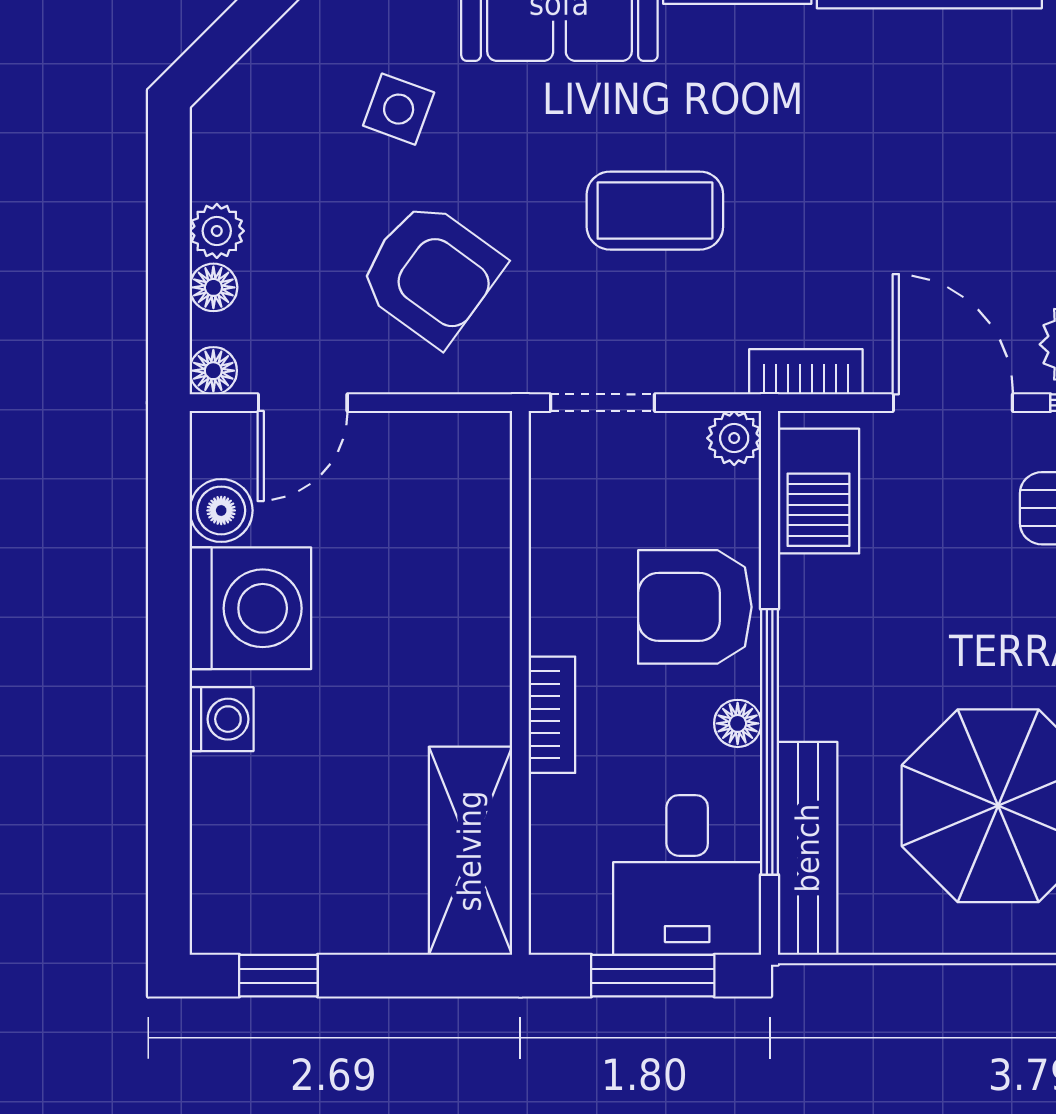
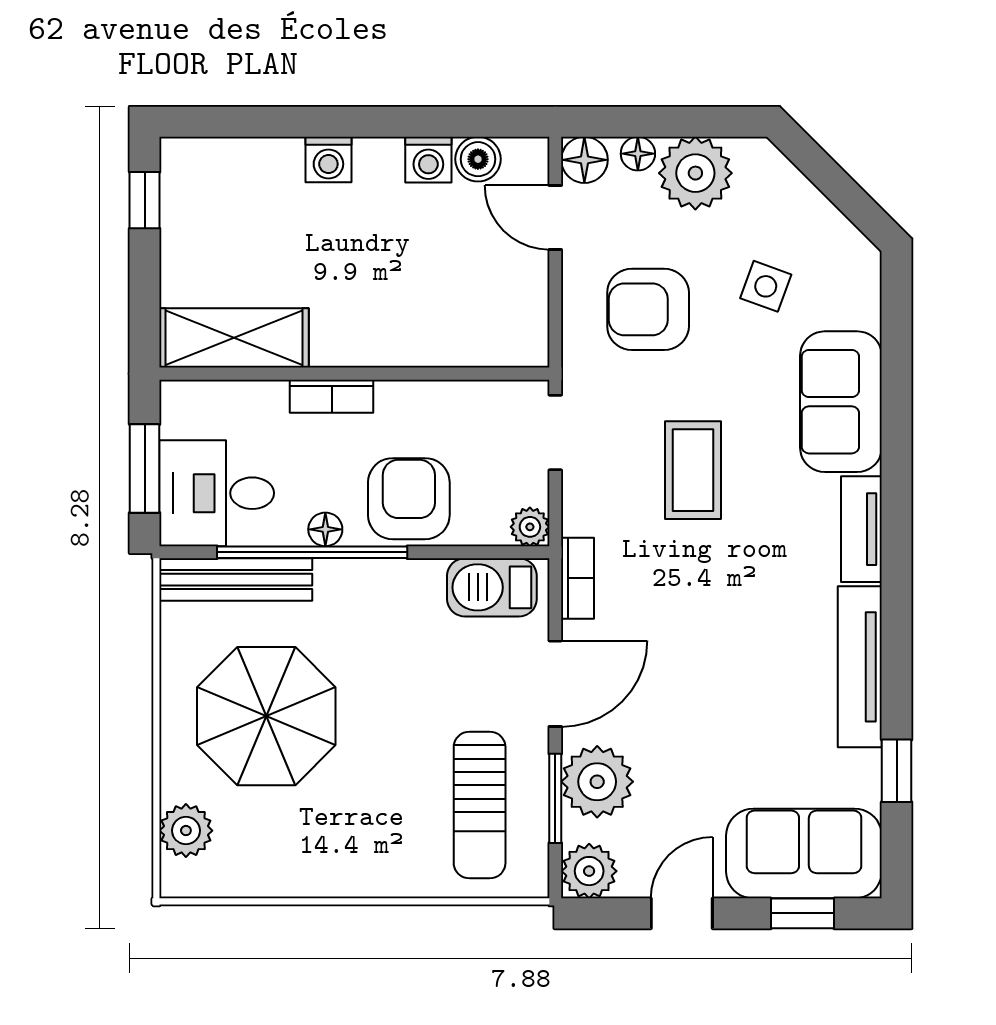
plant: (217, 231) -> (695, 173), width x1.88, depth x1.88
armchair: (431, 273) -> (648, 309), turned 54
floor lamp: (213, 371) -> (584, 160), width x1.37, depth x1.37
washing machine: (250, 608) -> (428, 160), width x0.53, depth x0.53

